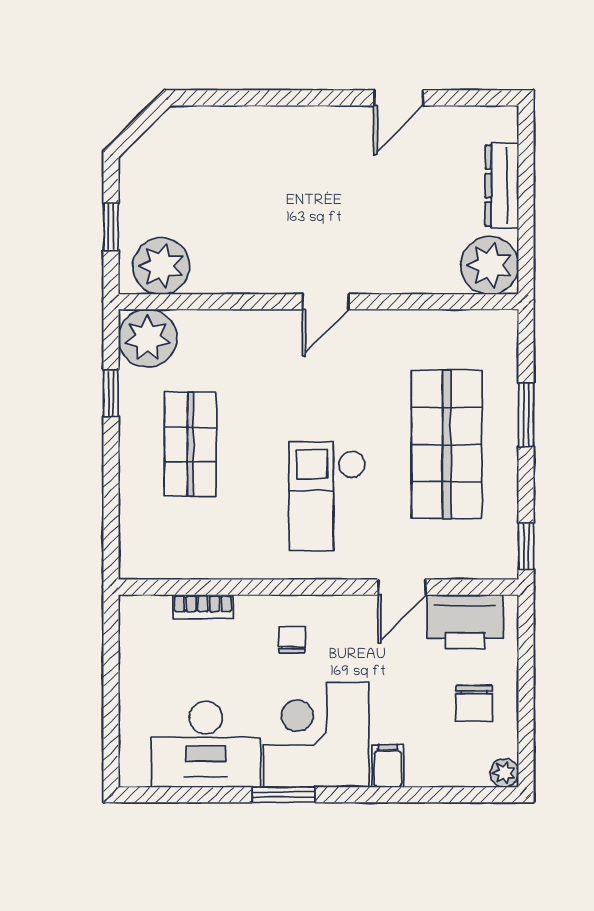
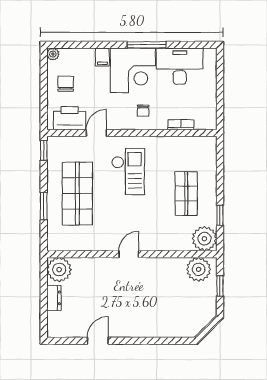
dresser: (502, 186) -> (54, 298), width x0.70
window: (284, 795) -> (147, 45), width x1.44

